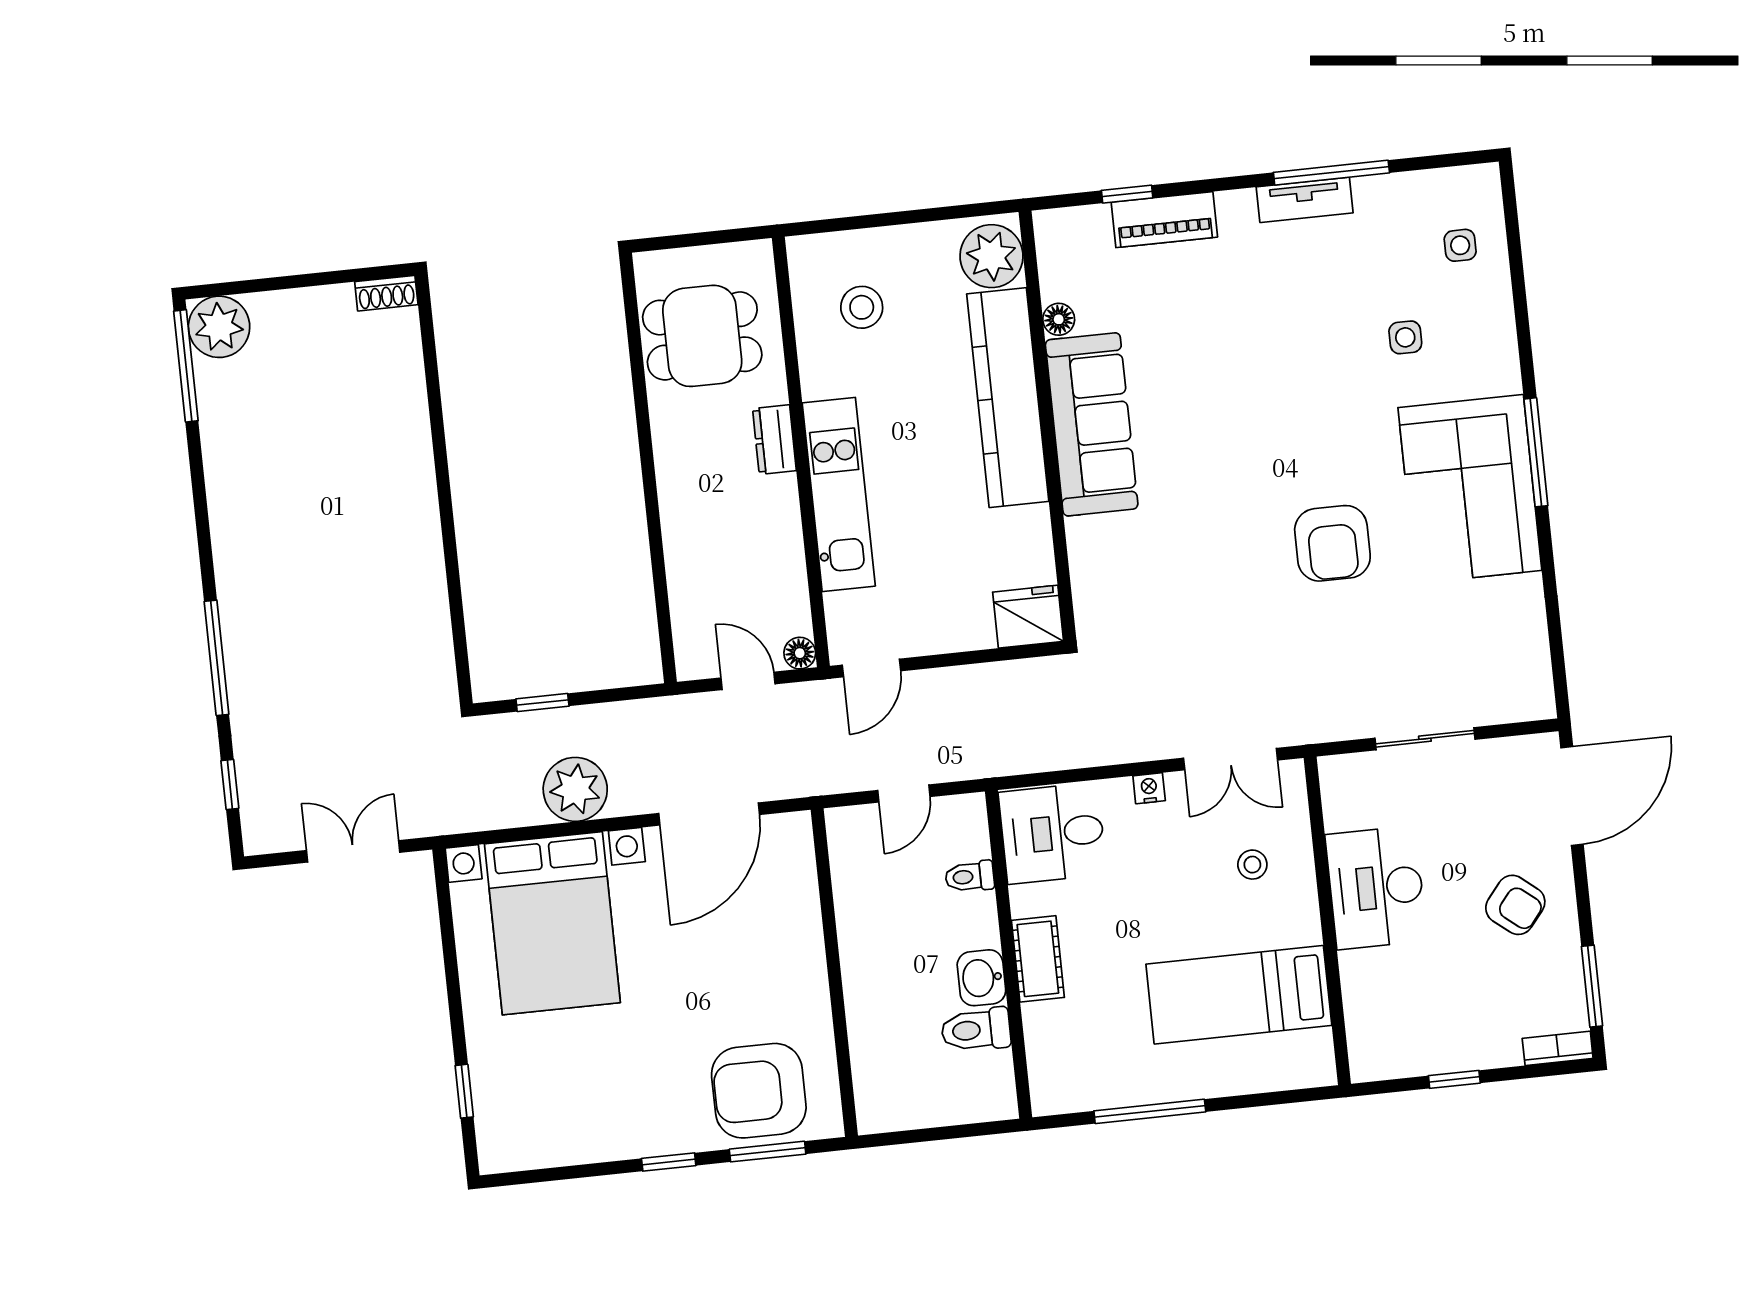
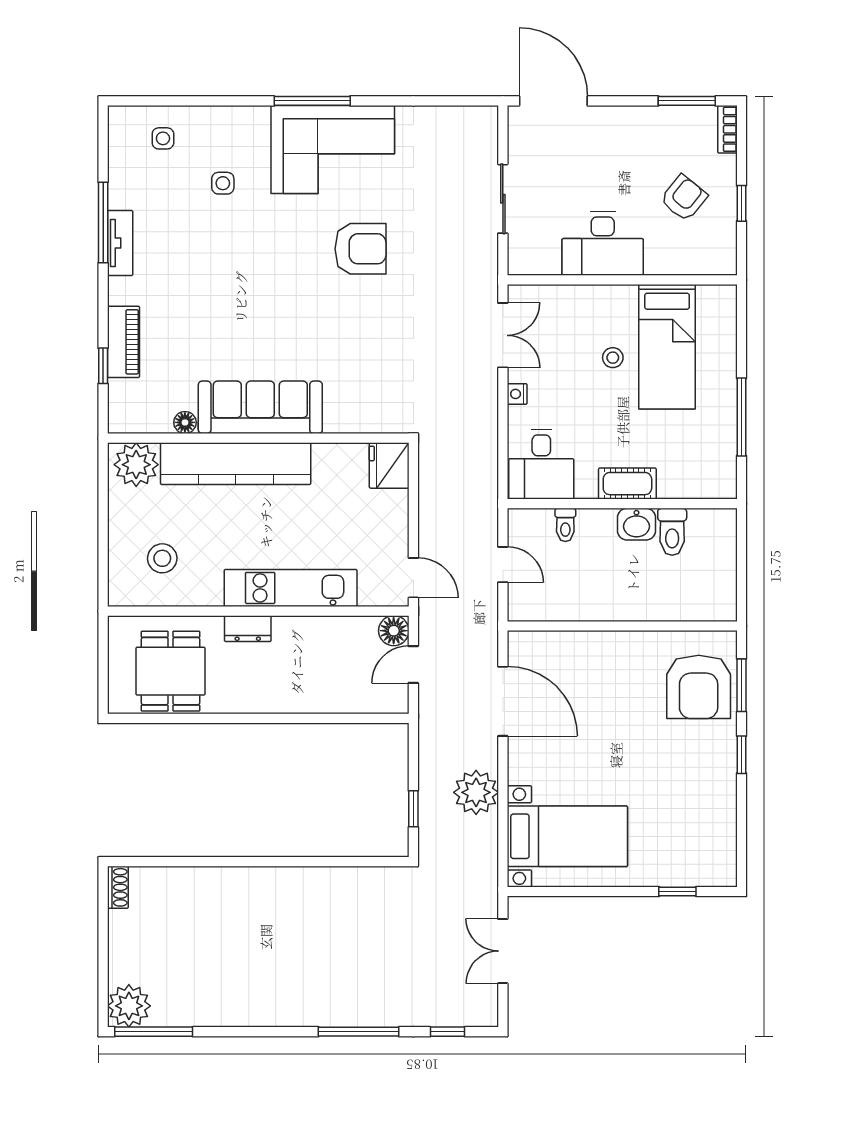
floor lamp: (800, 653) -> (394, 631), width x1.37, depth x1.37
stool: (1252, 865) -> (613, 358), moved
armchair: (1515, 905) -> (684, 198), moved
bed with nightstands: (552, 923) -> (567, 836), width x0.73

